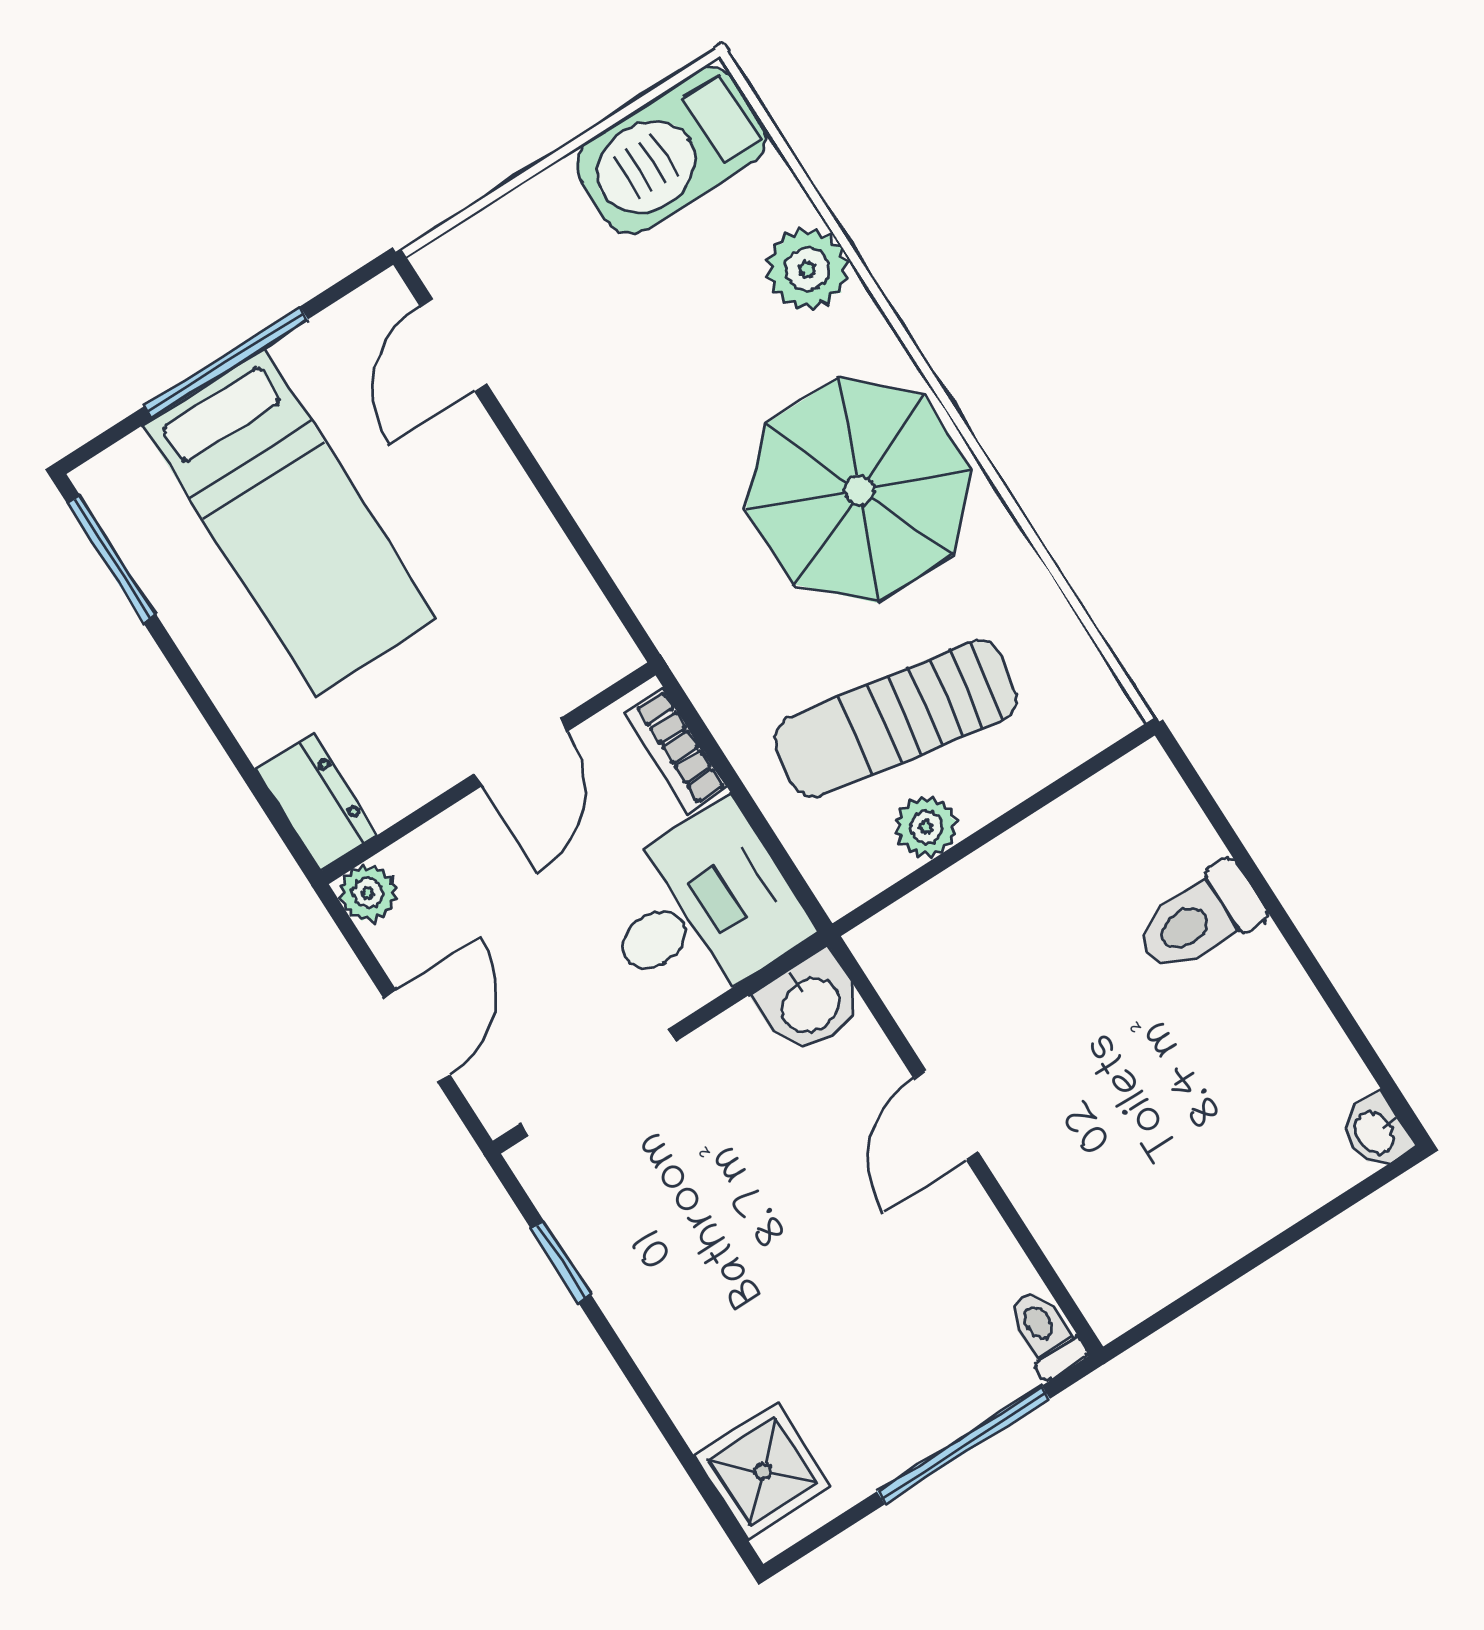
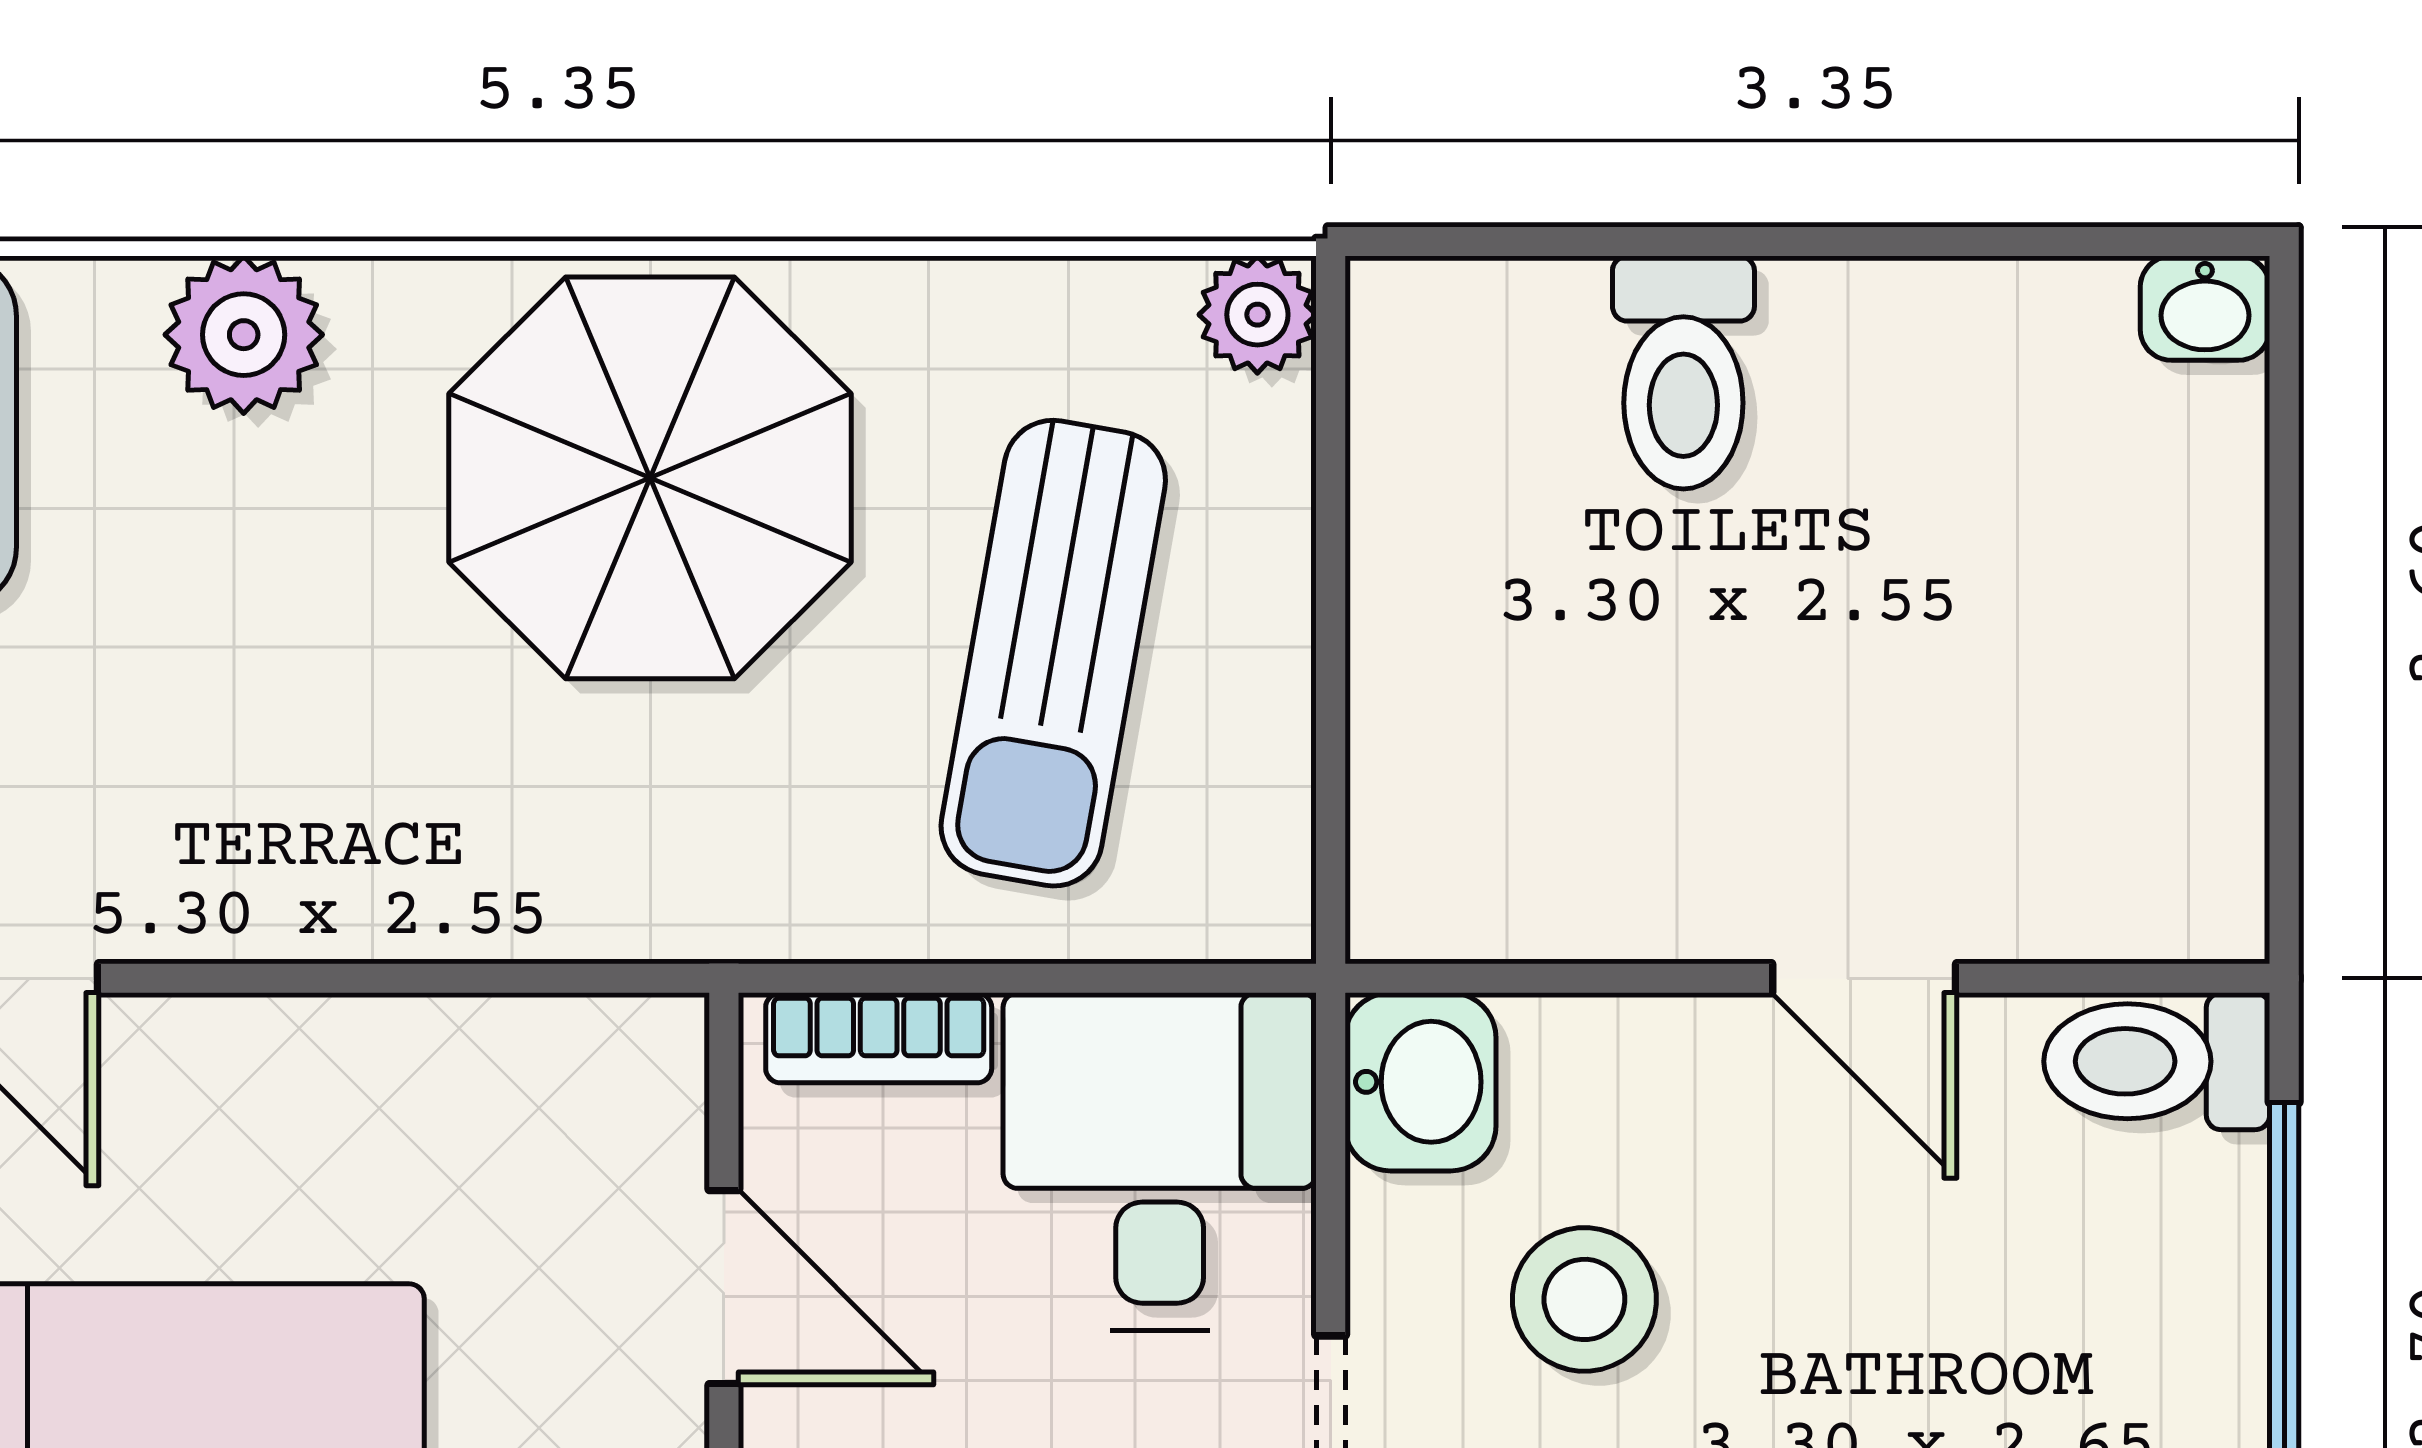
plant: (926, 827) -> (1257, 315), moved
door: (946, 1115) -> (1864, 978), moved
stool: (760, 1138) -> (1584, 1299), added
toilet: (1045, 1333) -> (2157, 1061), width x1.37, depth x1.39

